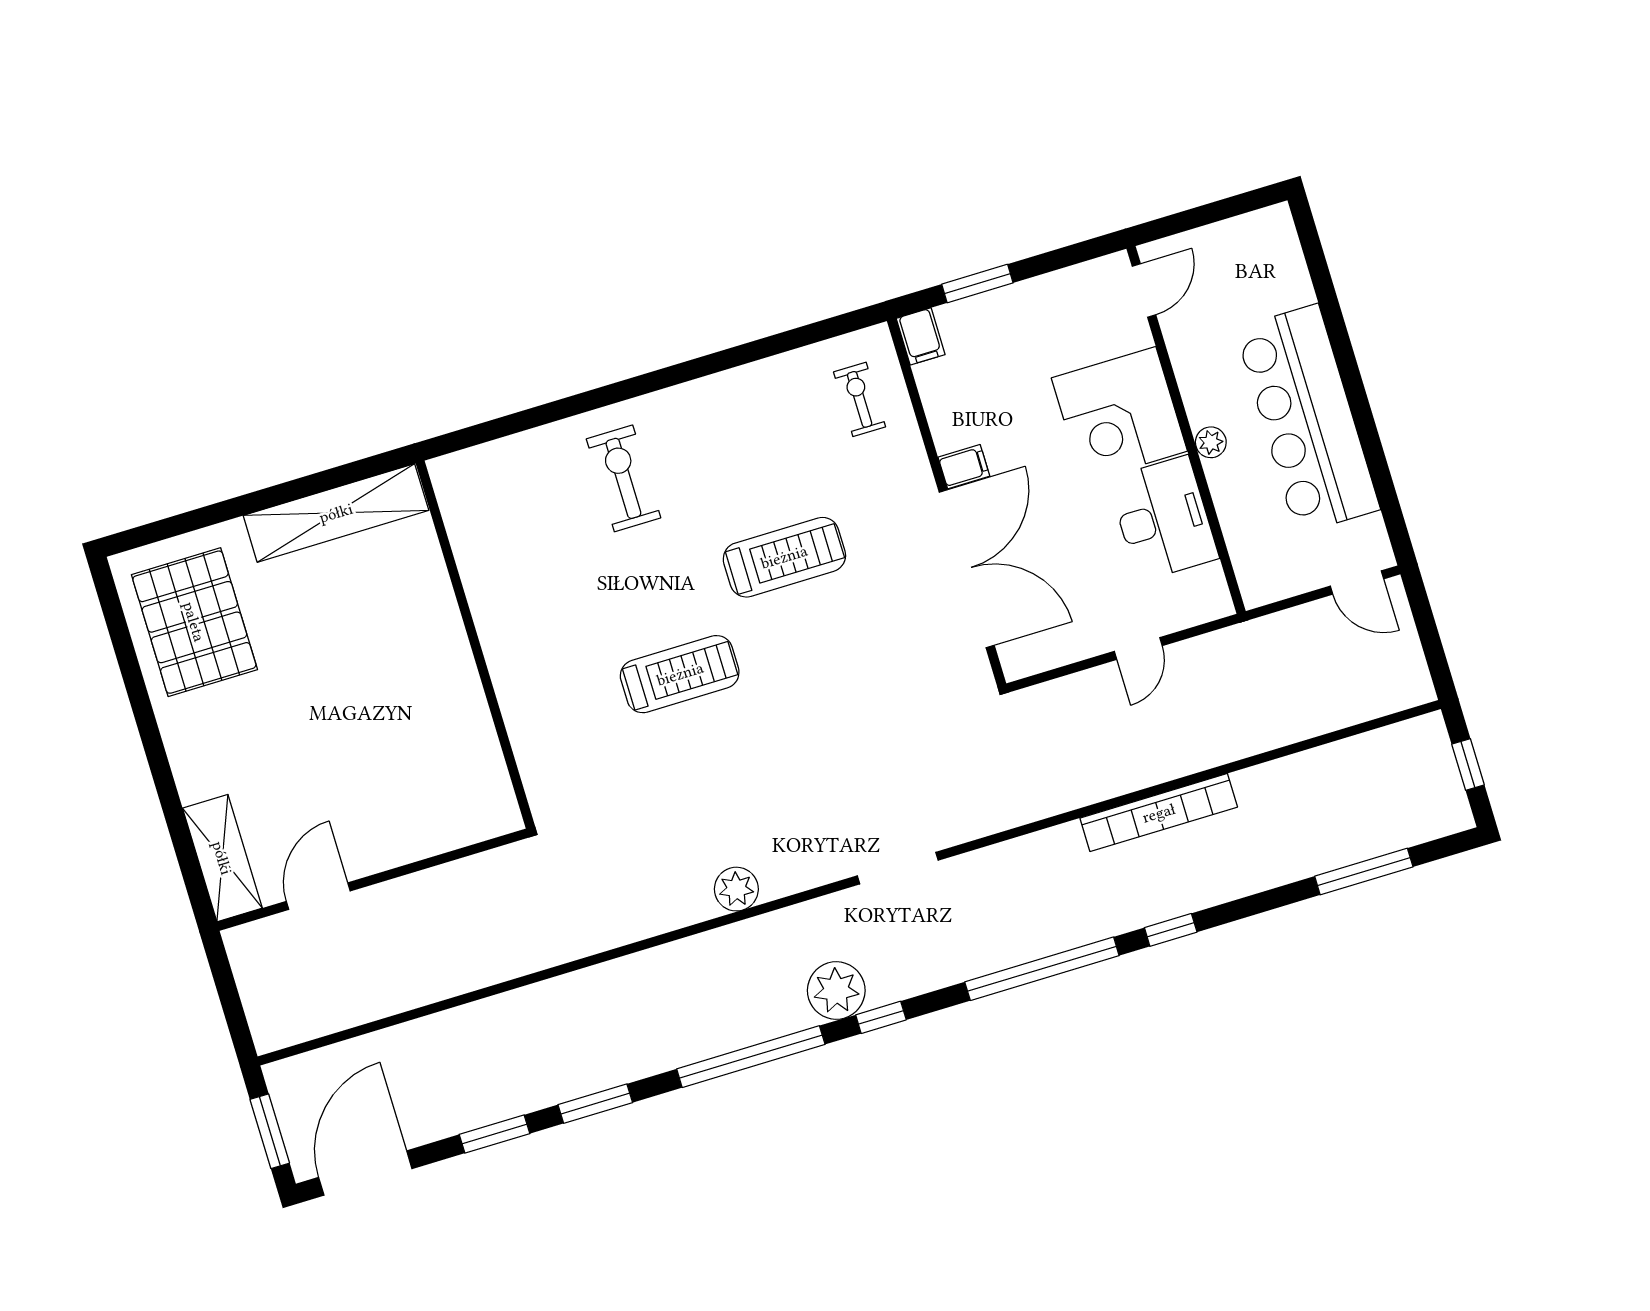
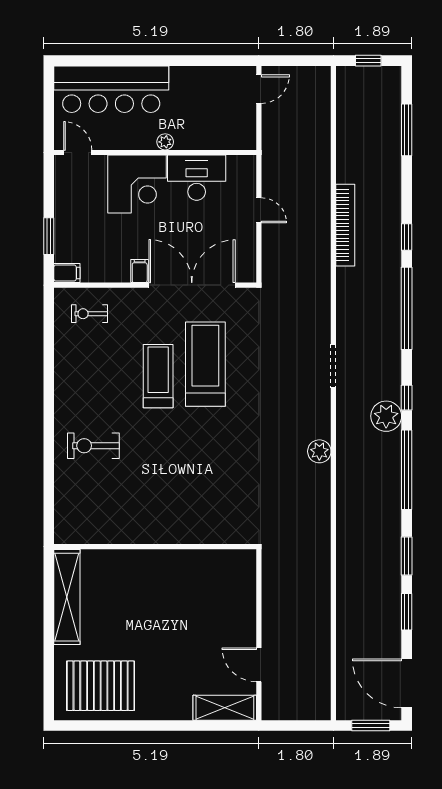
bar counter: (1307, 419) -> (111, 89), moved
treadmill: (680, 674) -> (205, 364), moved, width x1.37, depth x1.38

